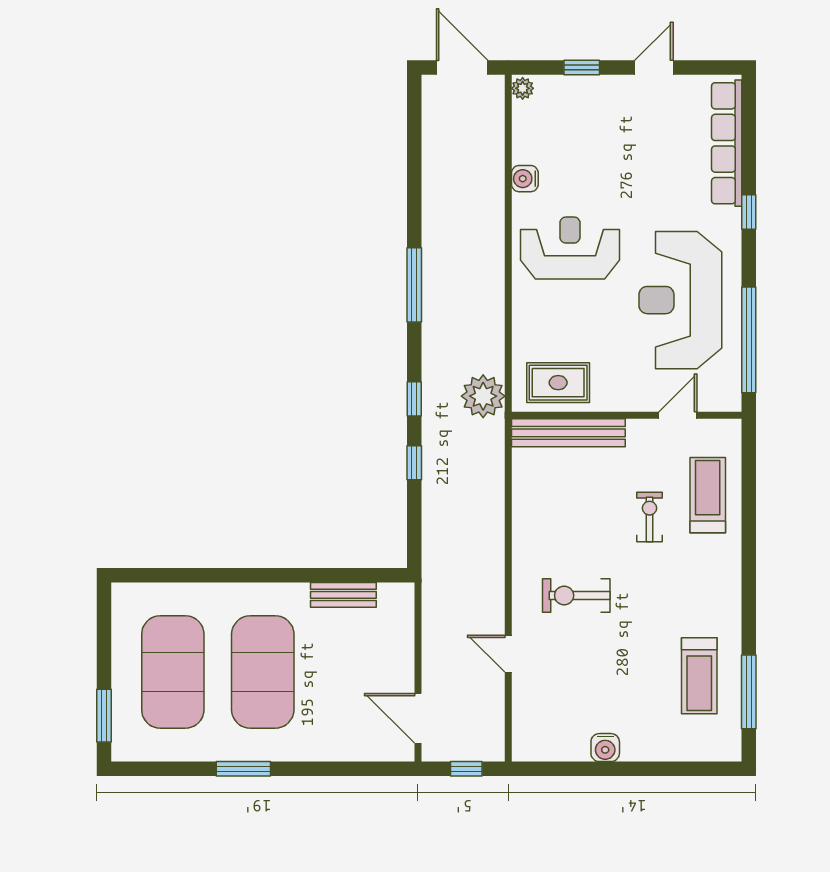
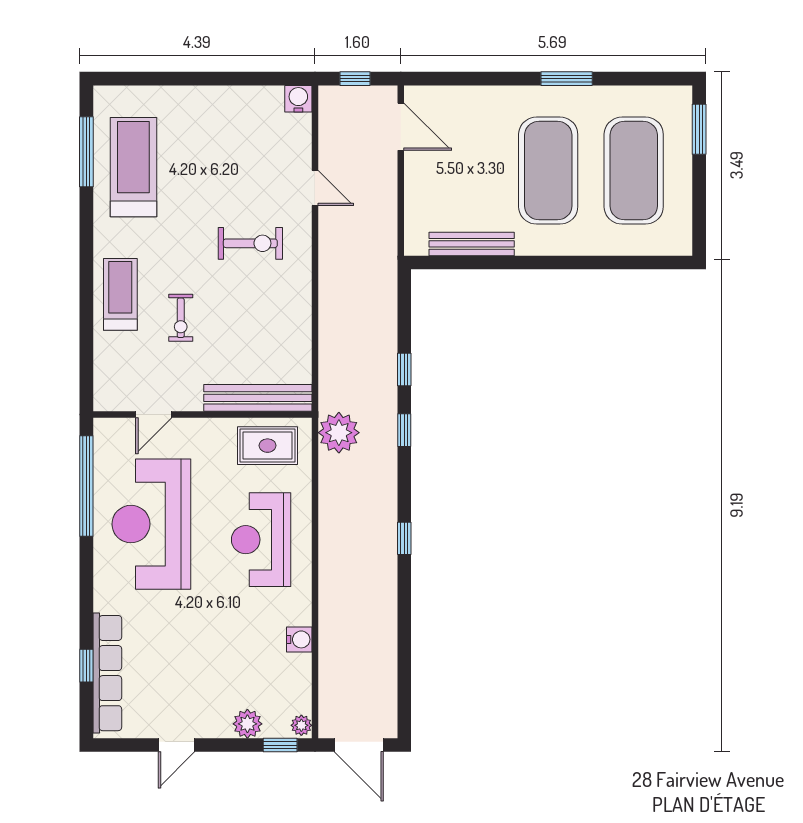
window: (582, 68) -> (280, 745), moved
plant: (579, 90) -> (247, 724), added
window: (749, 212) -> (86, 666), moved
reception desk: (570, 248) -> (261, 540), moved, turned 90
window: (414, 285) -> (404, 538), width x0.46
reception desk: (680, 300) -> (151, 524), turned 180
treadmill: (708, 495) -> (120, 294), moved, turned 180
bench: (343, 595) -> (472, 244), width x1.36
treadmill: (699, 676) -> (133, 167), width x1.37, depth x1.38
water cooler: (605, 748) -> (298, 99), moved

